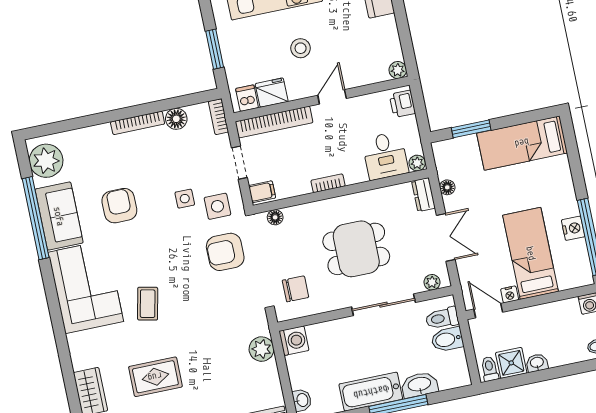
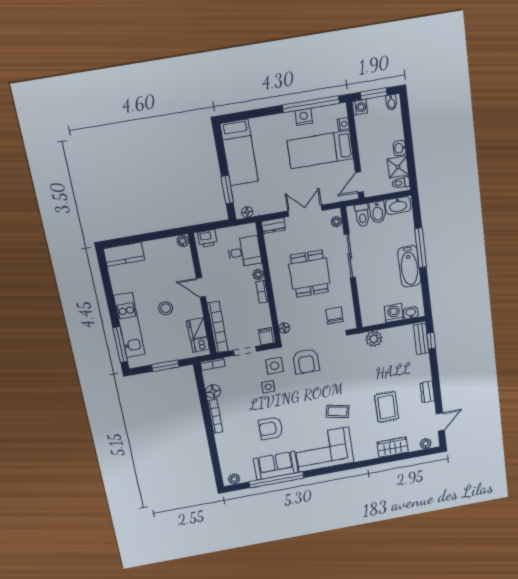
plant: (46, 161) -> (234, 479), width x0.53, depth x0.53
plant: (417, 163) -> (258, 275), moved
floor lamp: (447, 187) -> (247, 212), moved
nightstand: (510, 294) -> (343, 124), moved
washing machine: (294, 341) -> (394, 313), moved
washbasin: (419, 385) -> (398, 205), moved, turned -90

